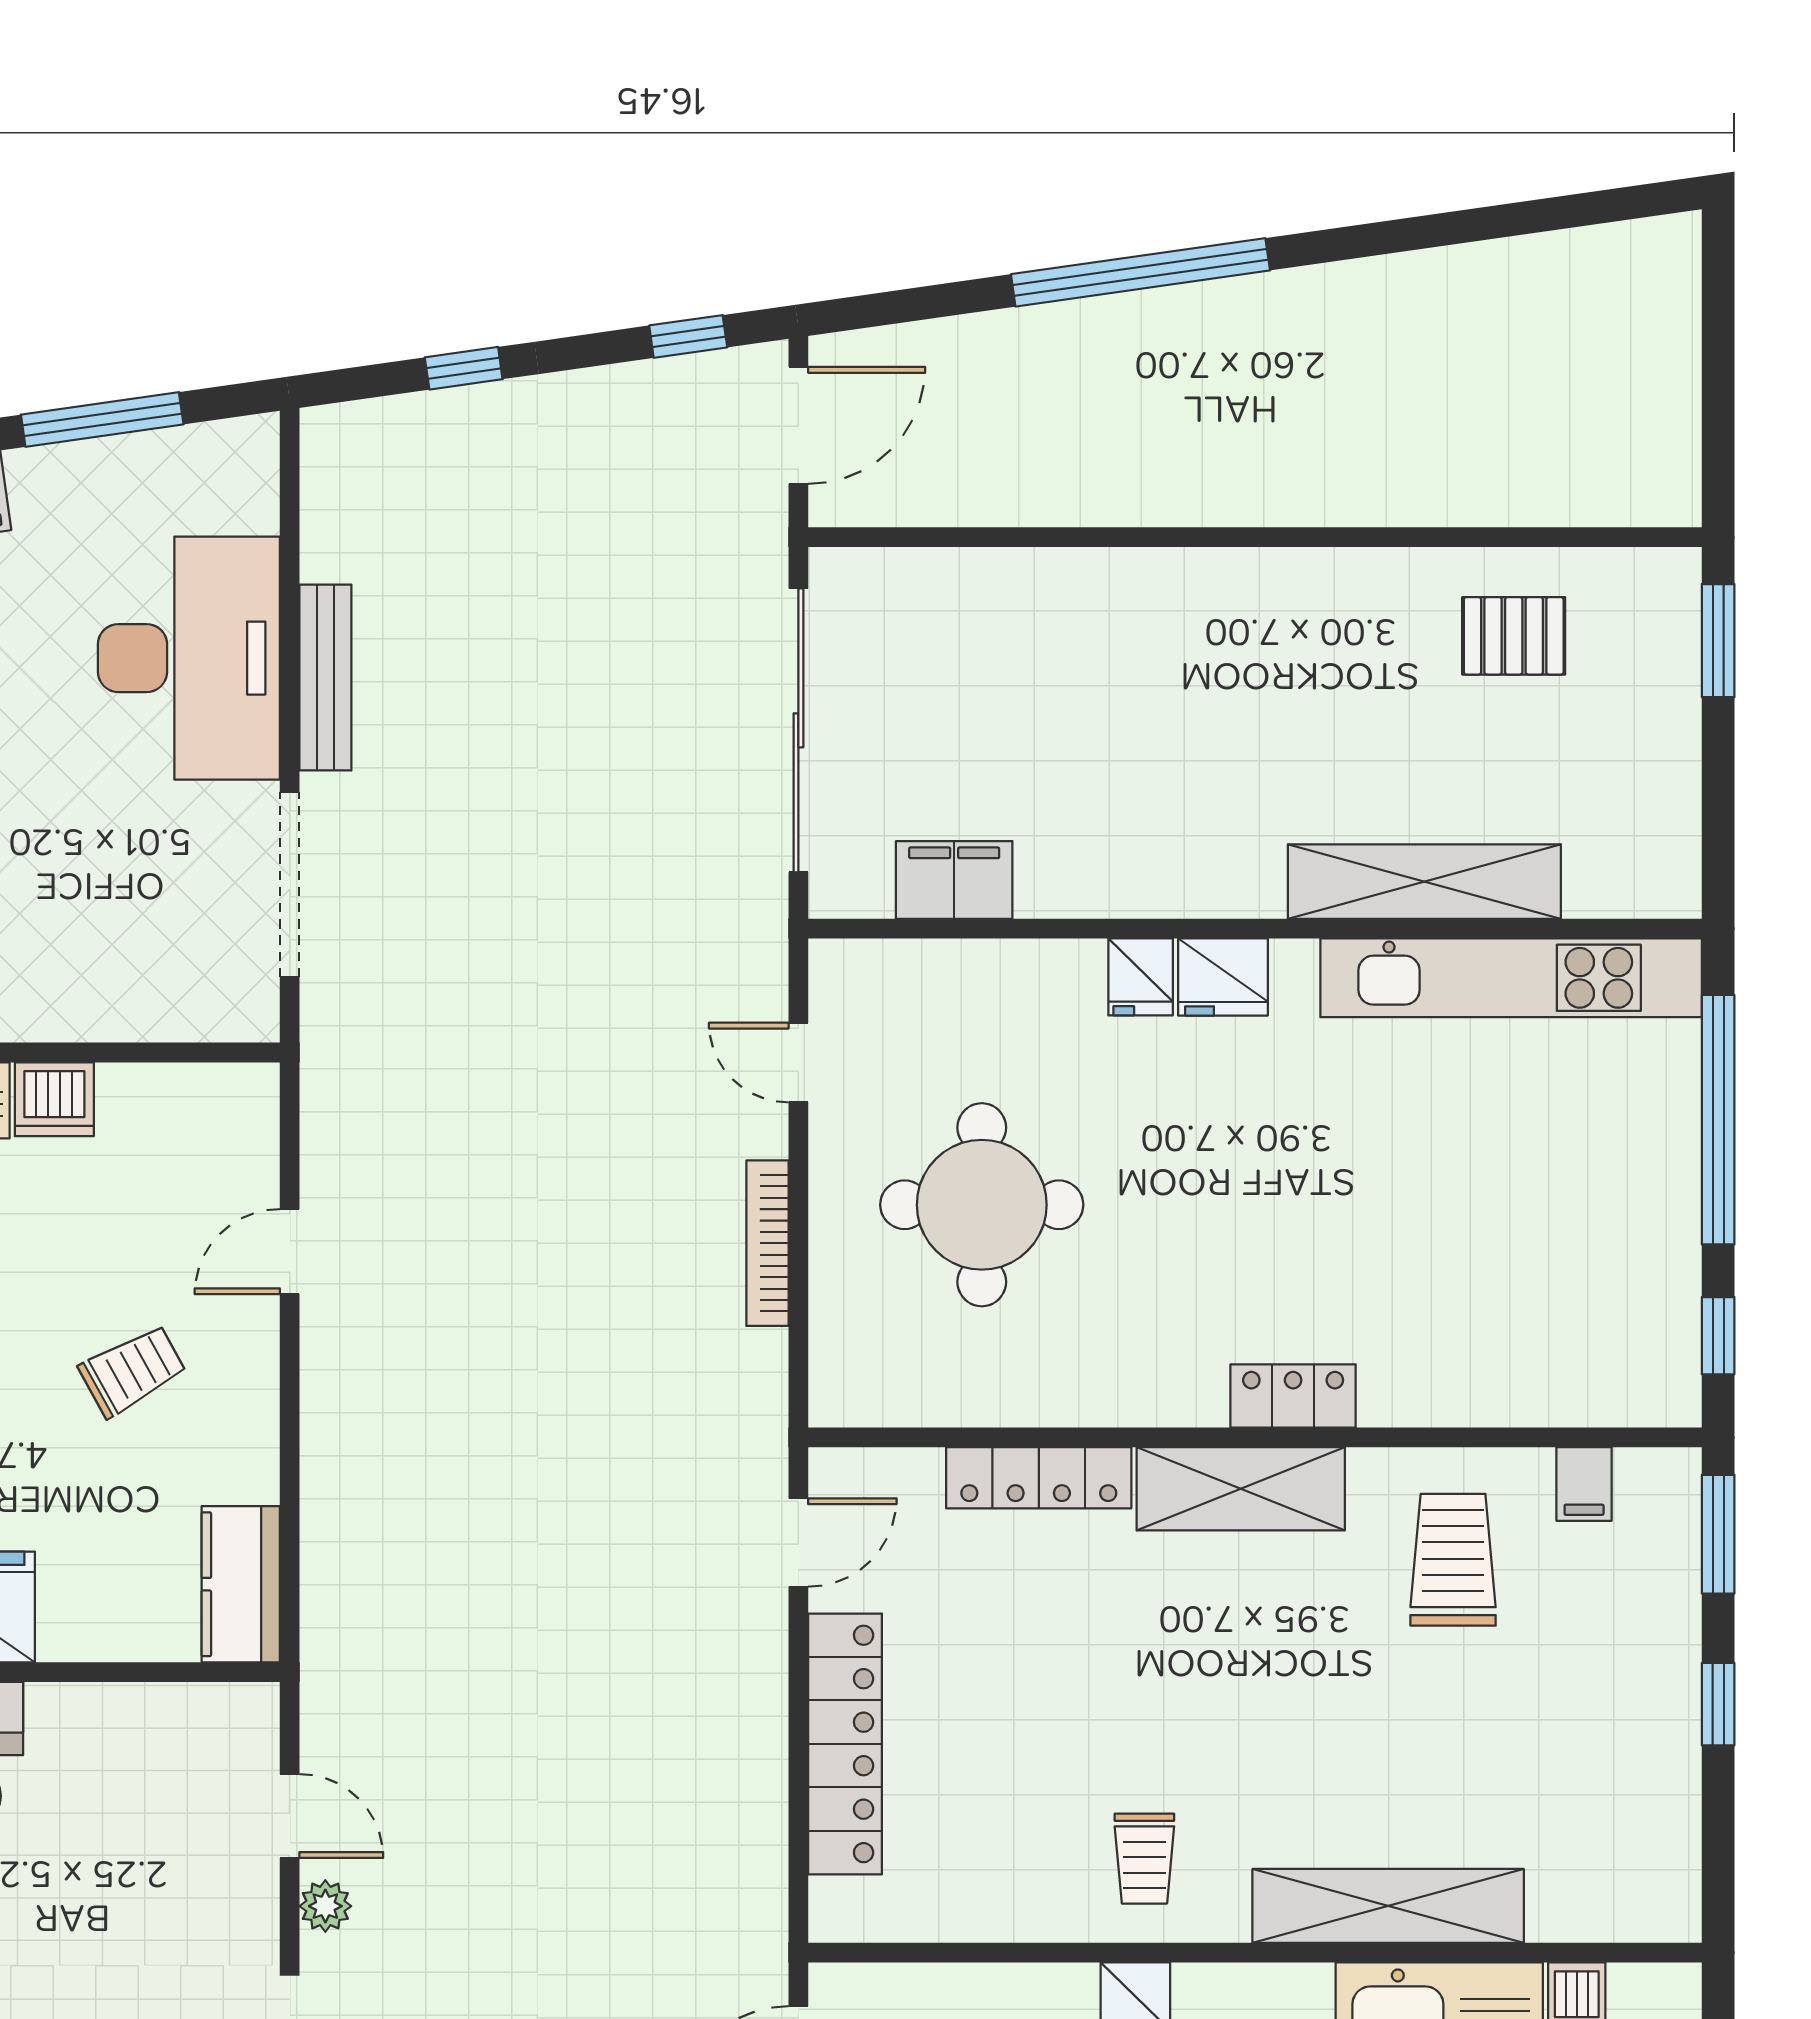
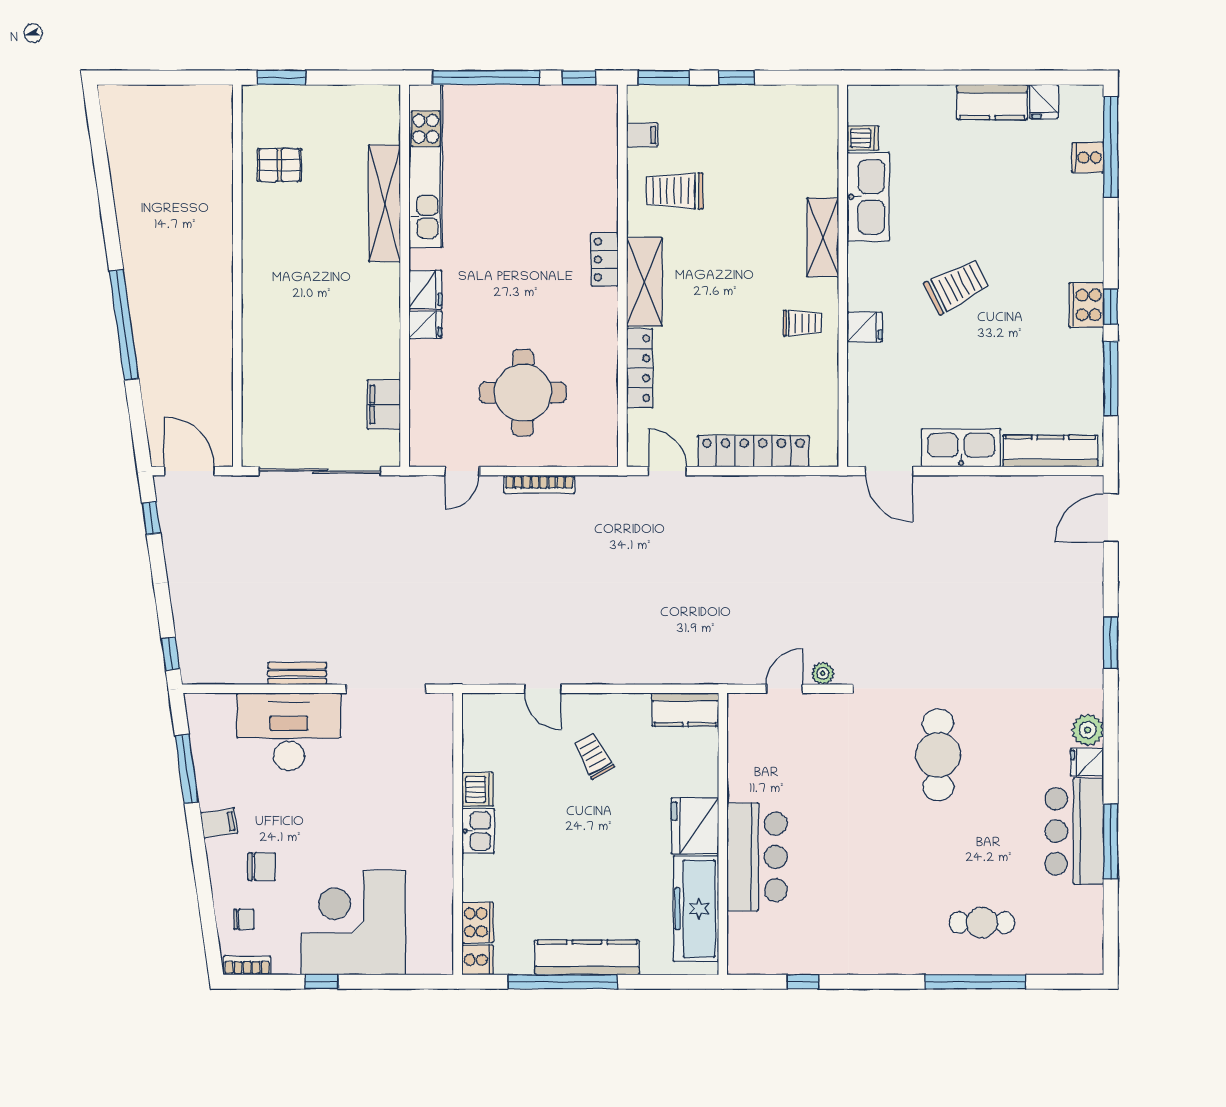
window: (464, 368) -> (171, 654), moved
pallet: (1514, 636) -> (279, 165), turned 90
bench: (325, 678) -> (297, 673), width x0.73
shelving: (1388, 1906) -> (823, 237), width x0.68

